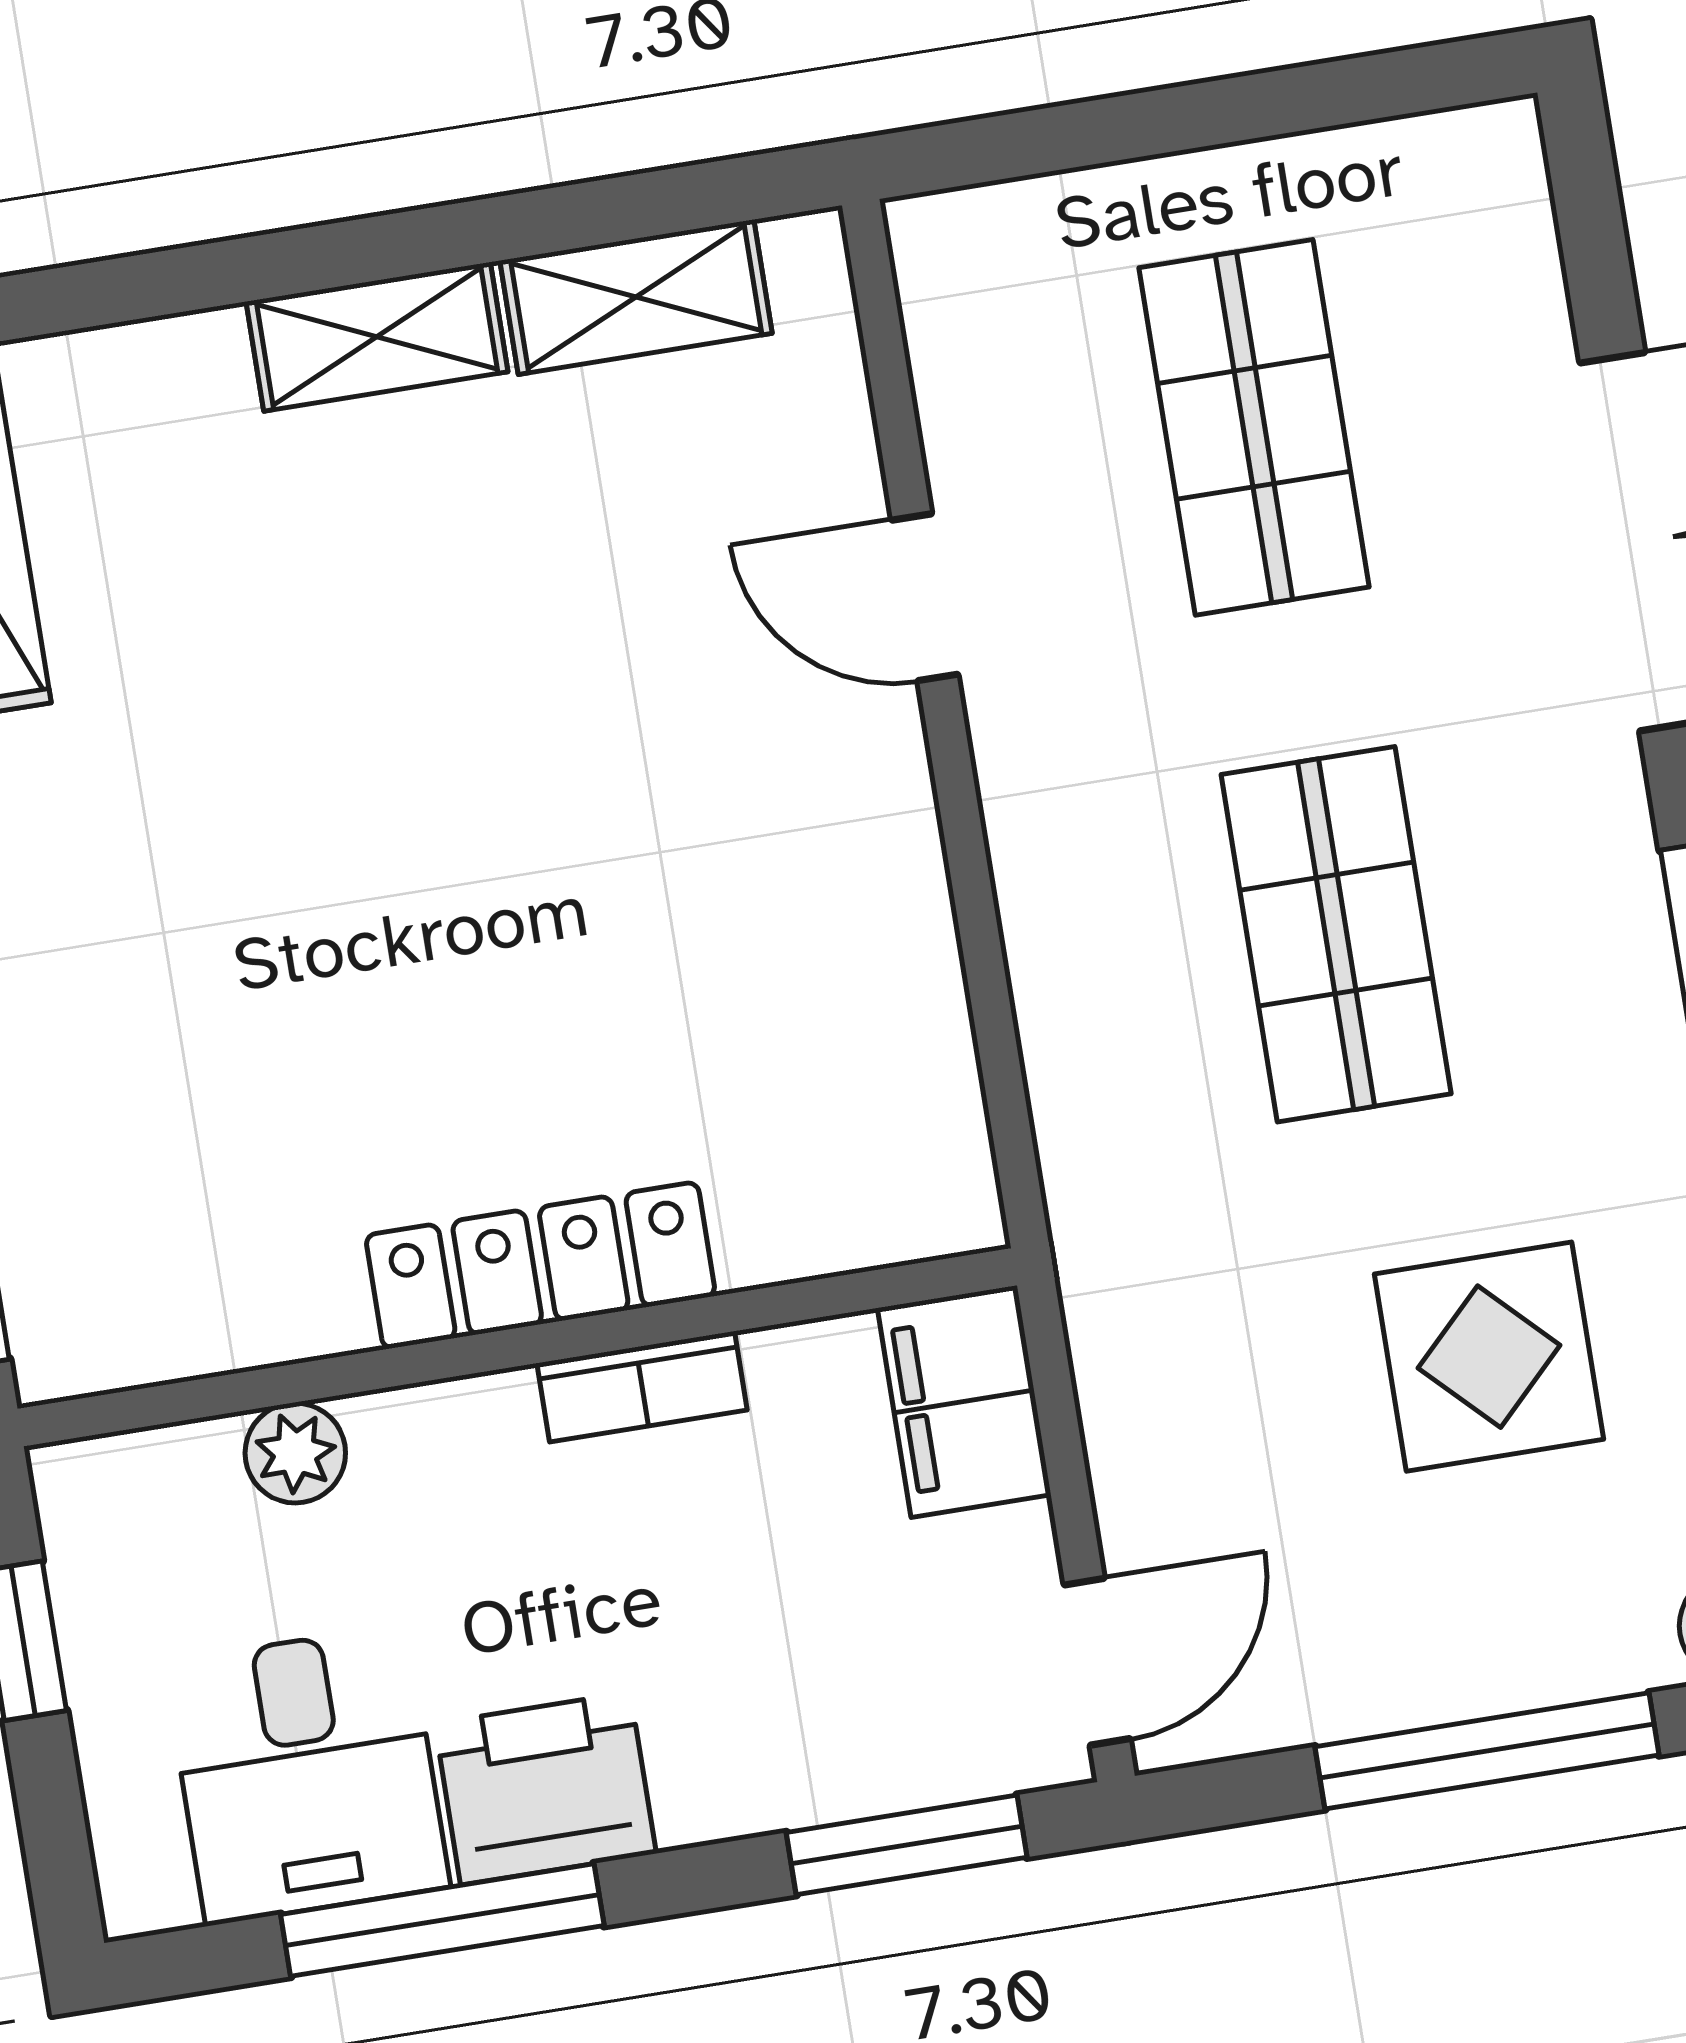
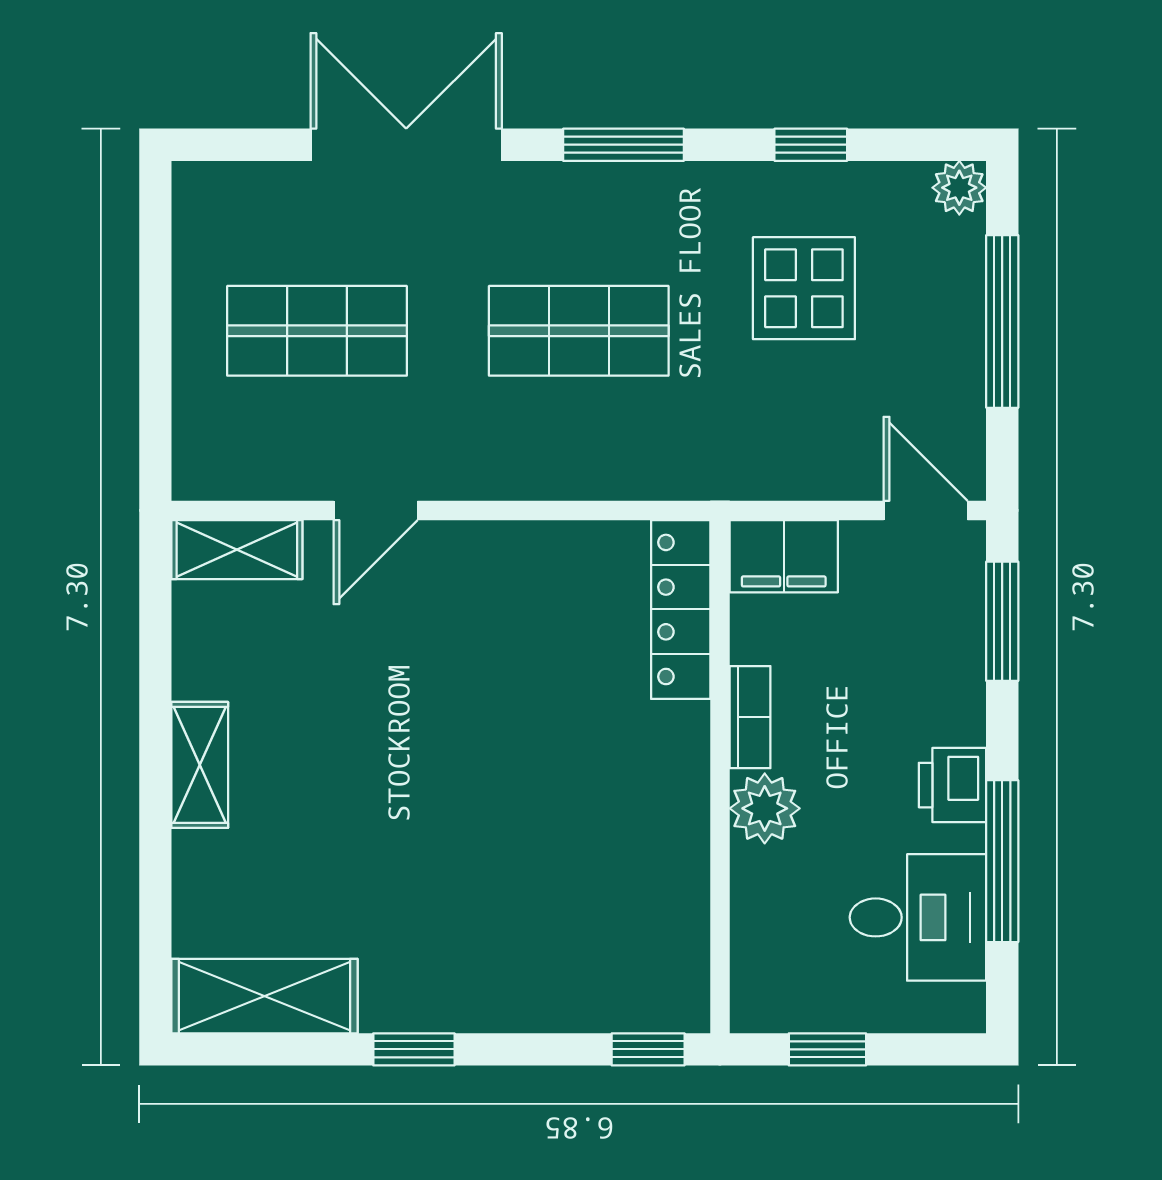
shelving: (636, 297) -> (237, 550), moved, turned 90
locker: (540, 1266) -> (681, 609), moved
plant: (295, 1453) -> (765, 808), moved, width x1.38, depth x1.38
printer: (545, 1789) -> (953, 785), width x0.73, depth x0.81

